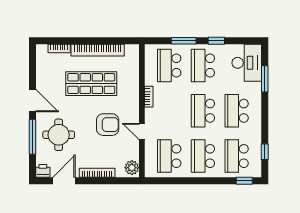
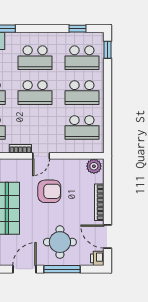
armchair: (108, 125) -> (49, 191), turned 90
door: (142, 131) -> (41, 156), moved

